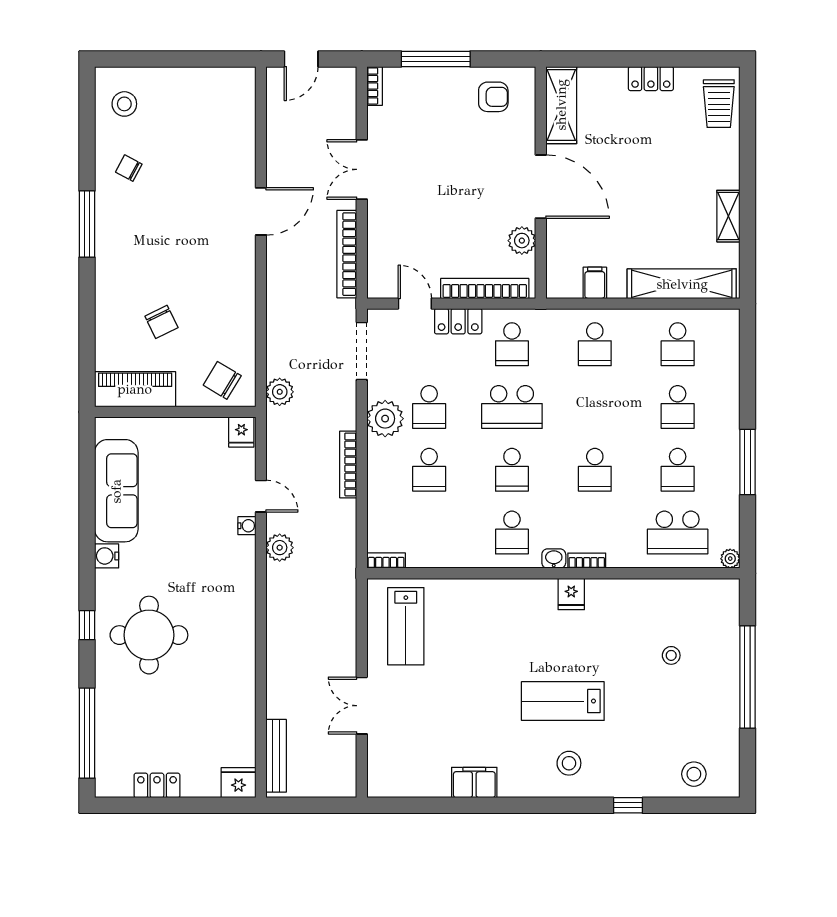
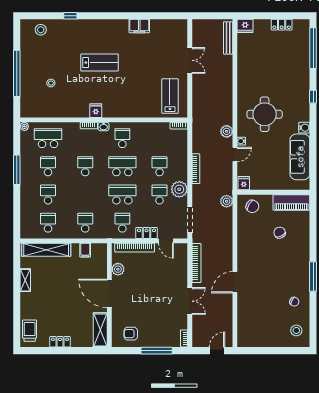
school desk: (512, 470) -> (122, 166), width x1.85
door: (261, 496) -> (235, 154), swing flipped
round table: (149, 635) -> (265, 114), moved
stool: (569, 763) -> (97, 35), removed

